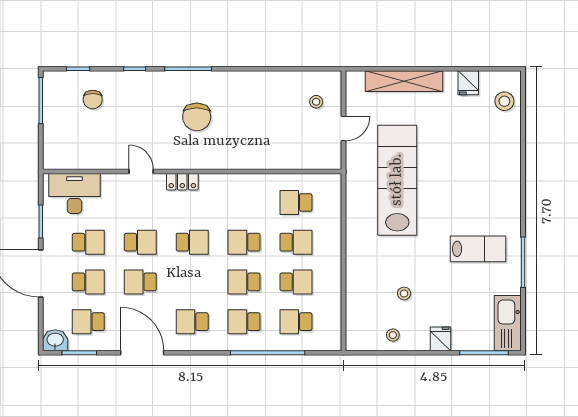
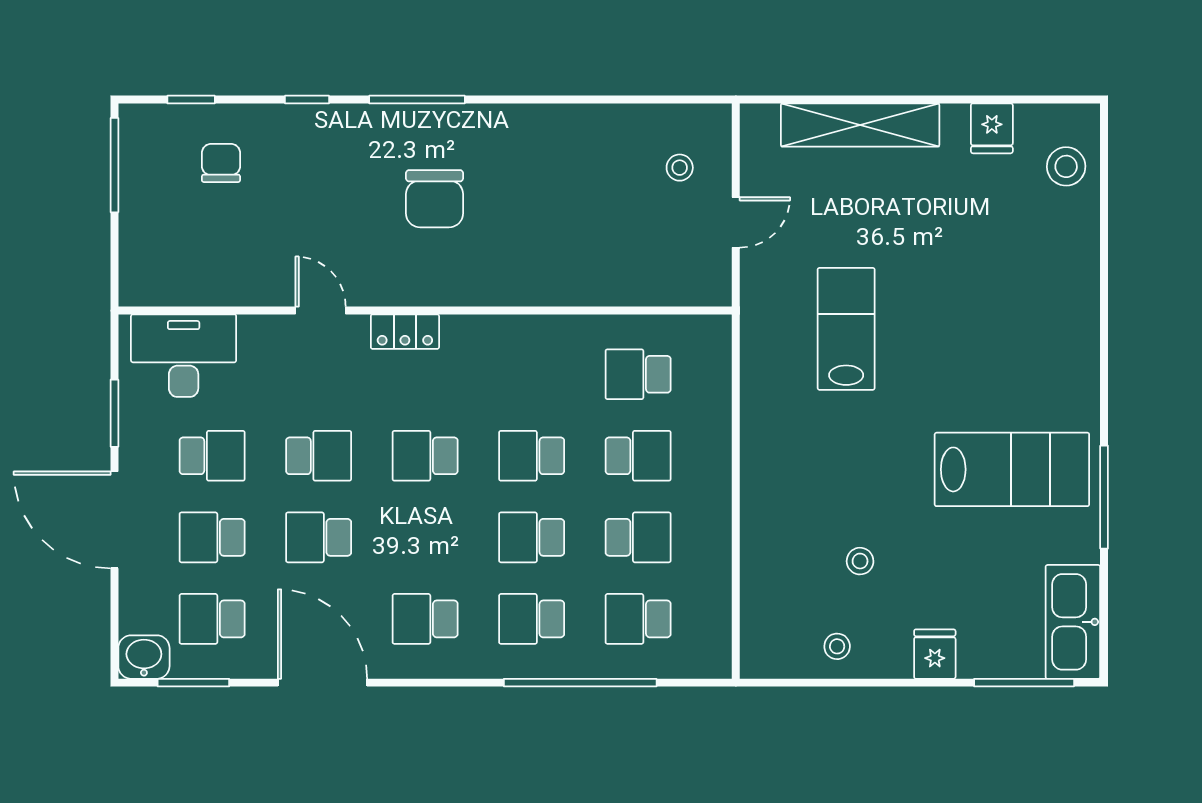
chair: (93, 100) -> (221, 163), turned 180
lab bench: (397, 180) -> (846, 329), width x0.54, depth x0.72
school desk: (192, 242) -> (425, 456), turned 180
lab bench: (478, 249) -> (1012, 469), width x1.36, depth x1.39
school desk: (88, 282) -> (212, 537), turned 180

